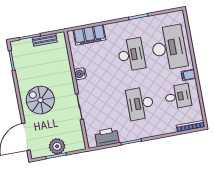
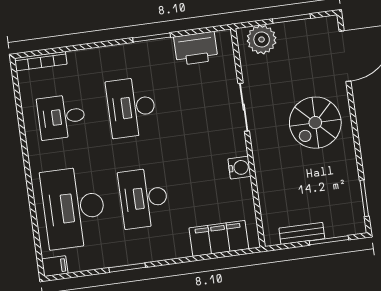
filing cabinet: (189, 75) -> (55, 266), moved
spiral stairs: (40, 100) -> (315, 123), turned 90
desk: (140, 103) -> (131, 107), turned 180
plant: (57, 146) -> (262, 39), moved

